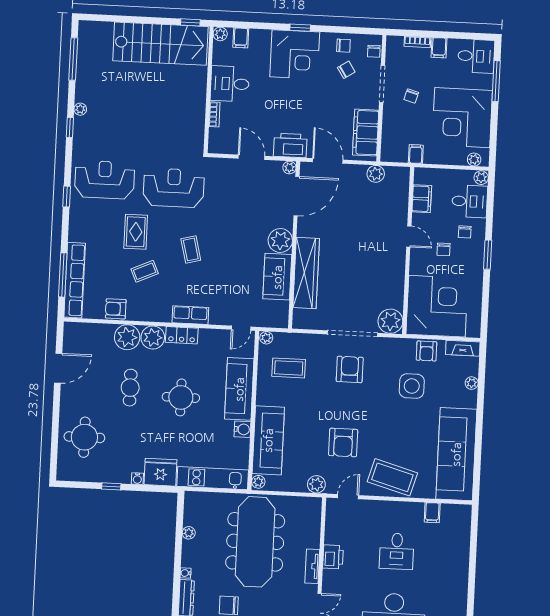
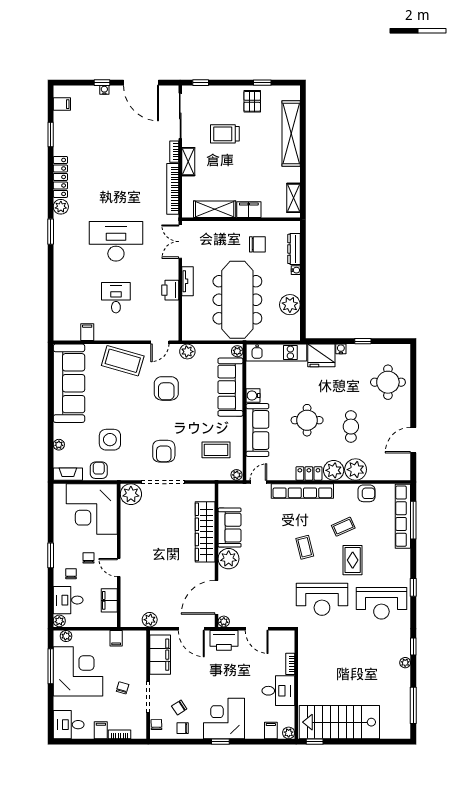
window: (496, 81) -> (51, 666), moved
row of seats: (190, 315) -> (302, 491), width x2.02
armchair: (343, 442) -> (166, 388), turned 180
plant: (189, 533) -> (290, 305), width x1.87, depth x1.87

